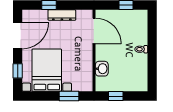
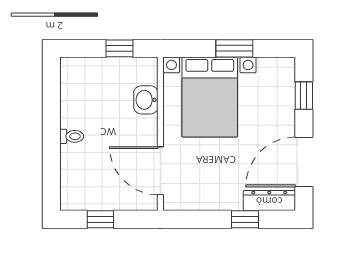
dresser: (62, 15) -> (269, 201), moved
bed with nightstands: (47, 70) -> (210, 97), moved
window: (69, 96) -> (234, 48), moved

